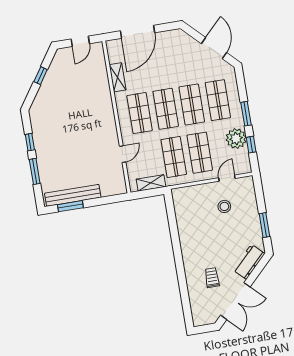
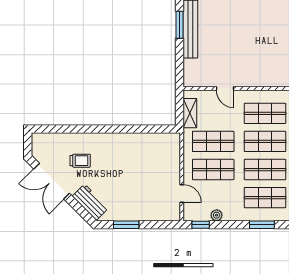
window: (246, 114) -> (262, 225), moved
plant: (236, 139) -> (217, 215), width x0.53, depth x0.53
window: (251, 145) -> (201, 225), moved
stool: (224, 206) -> (153, 186), removed

